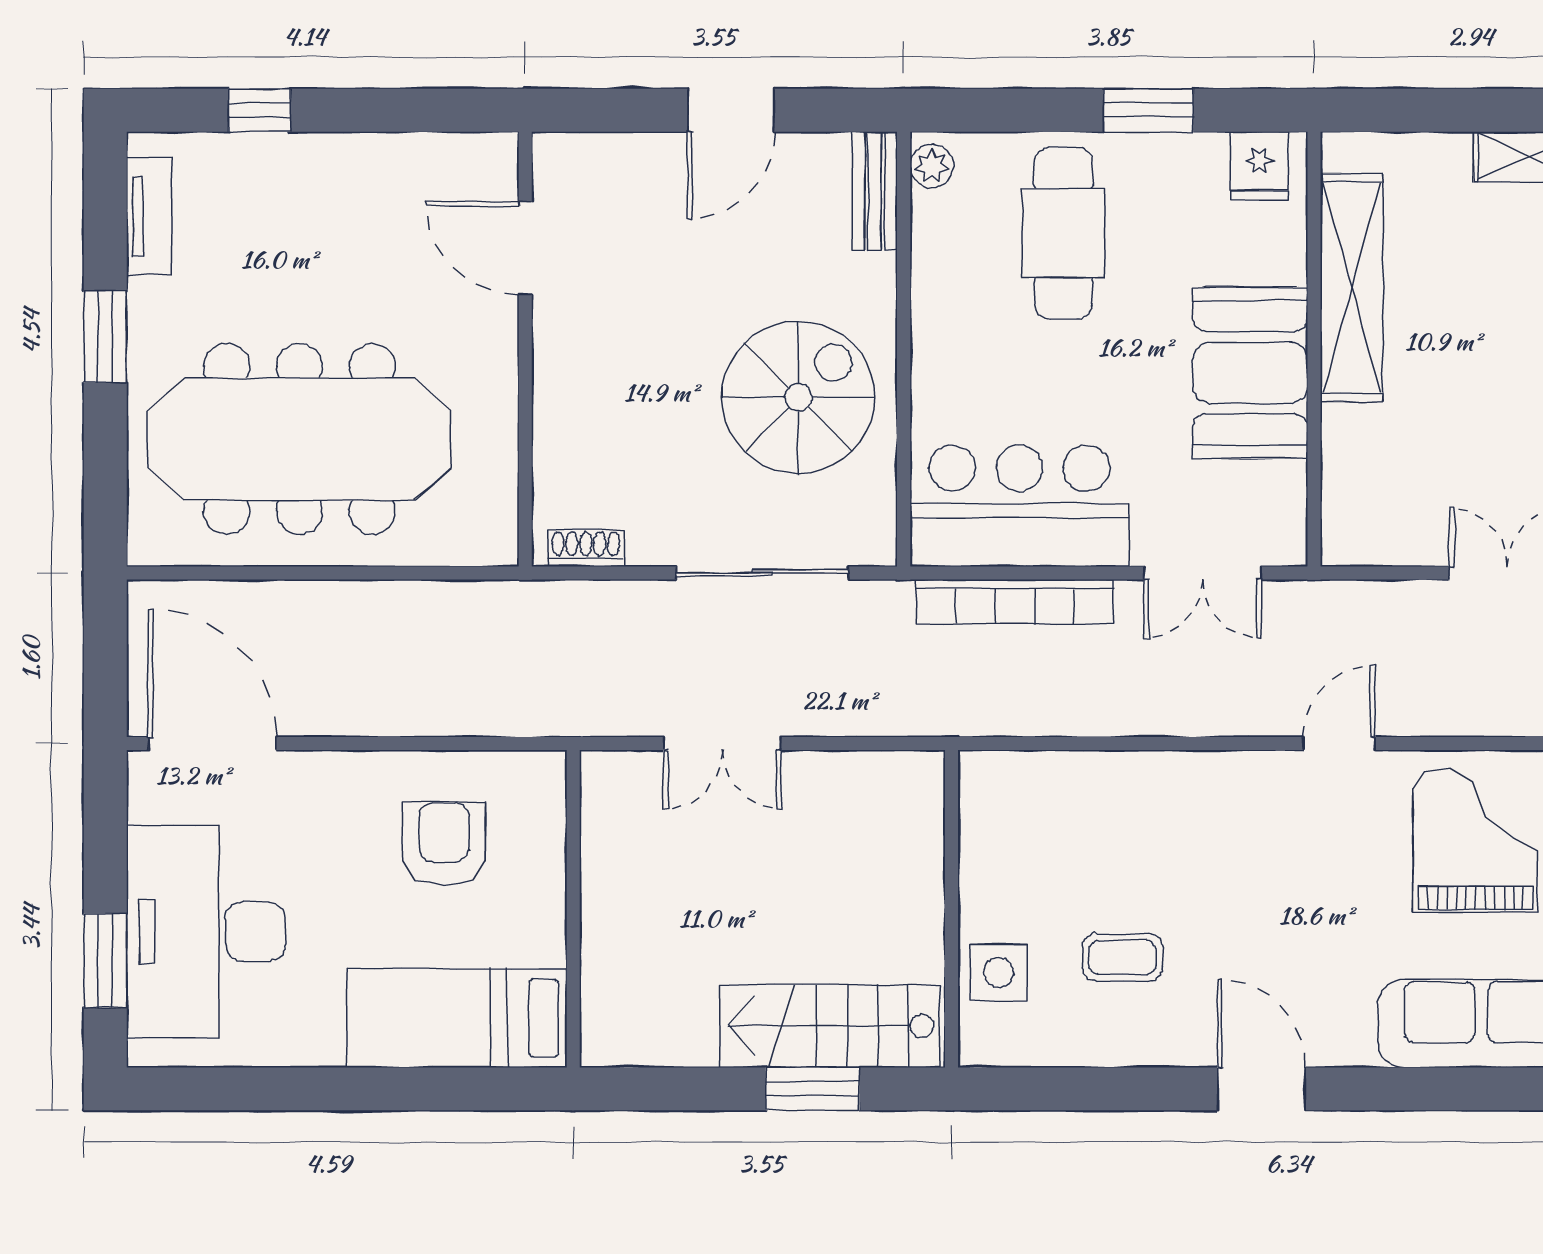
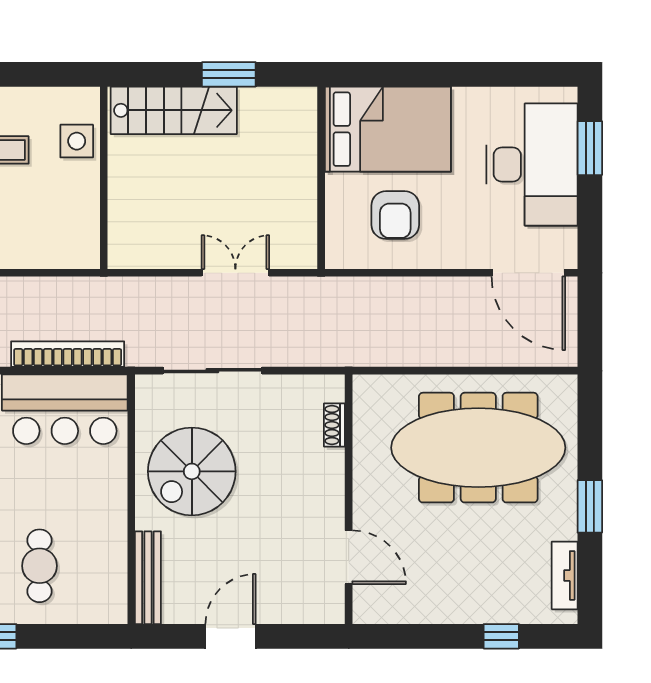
plant: (932, 166) -> (115, 604), removed
bench: (875, 191) -> (148, 578), width x1.36
cafe table: (1063, 233) -> (40, 566), width x0.73, depth x0.74
shoe rack: (586, 548) -> (334, 425), moved, turned 90
bed: (457, 1018) -> (388, 129), width x1.50
window: (813, 1089) -> (229, 74), moved

